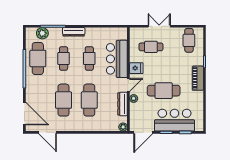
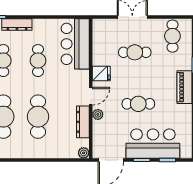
cafe table: (151, 47) -> (135, 52), moved
bar counter: (117, 59) -> (75, 44), moved
cafe table: (164, 91) -> (138, 104), width x0.73, depth x0.74

